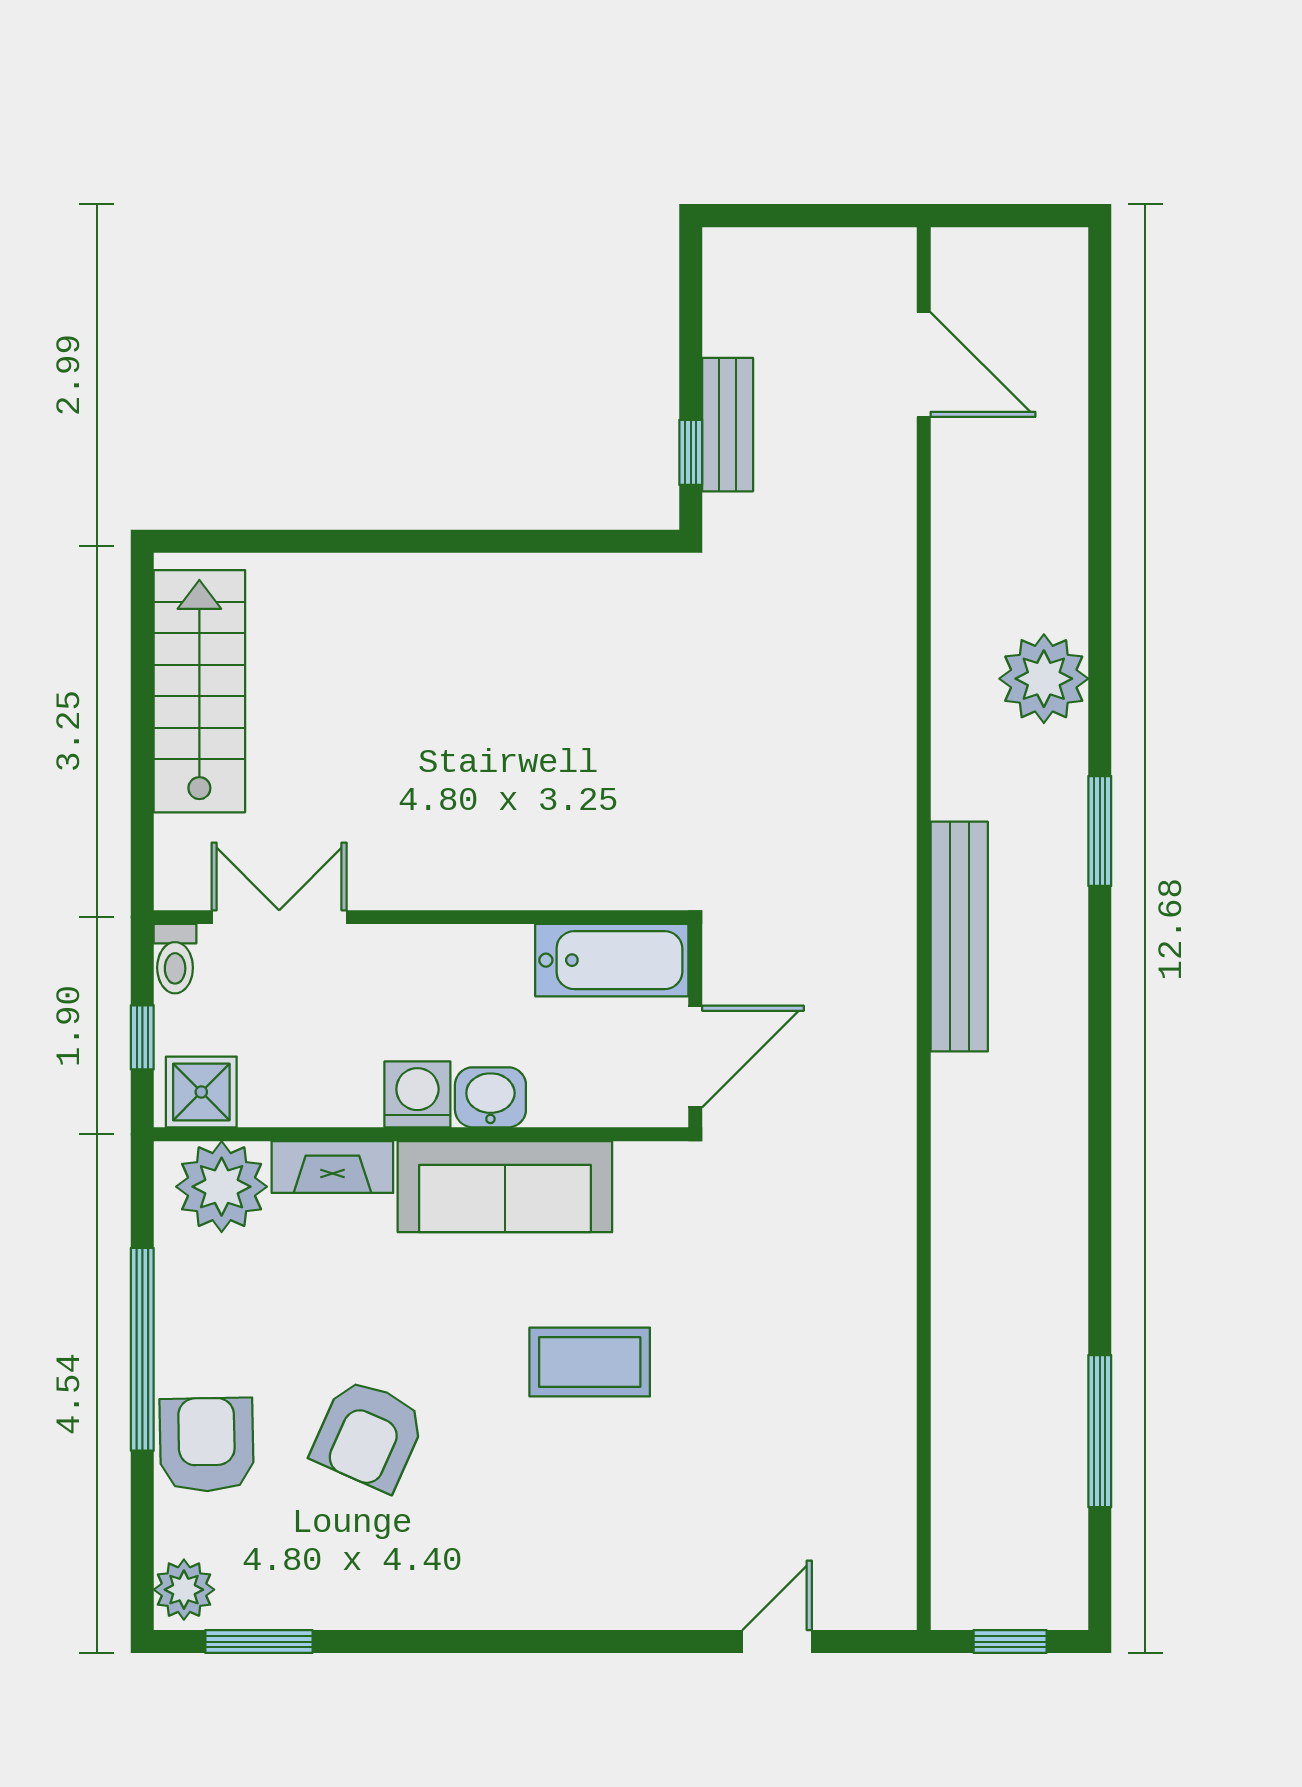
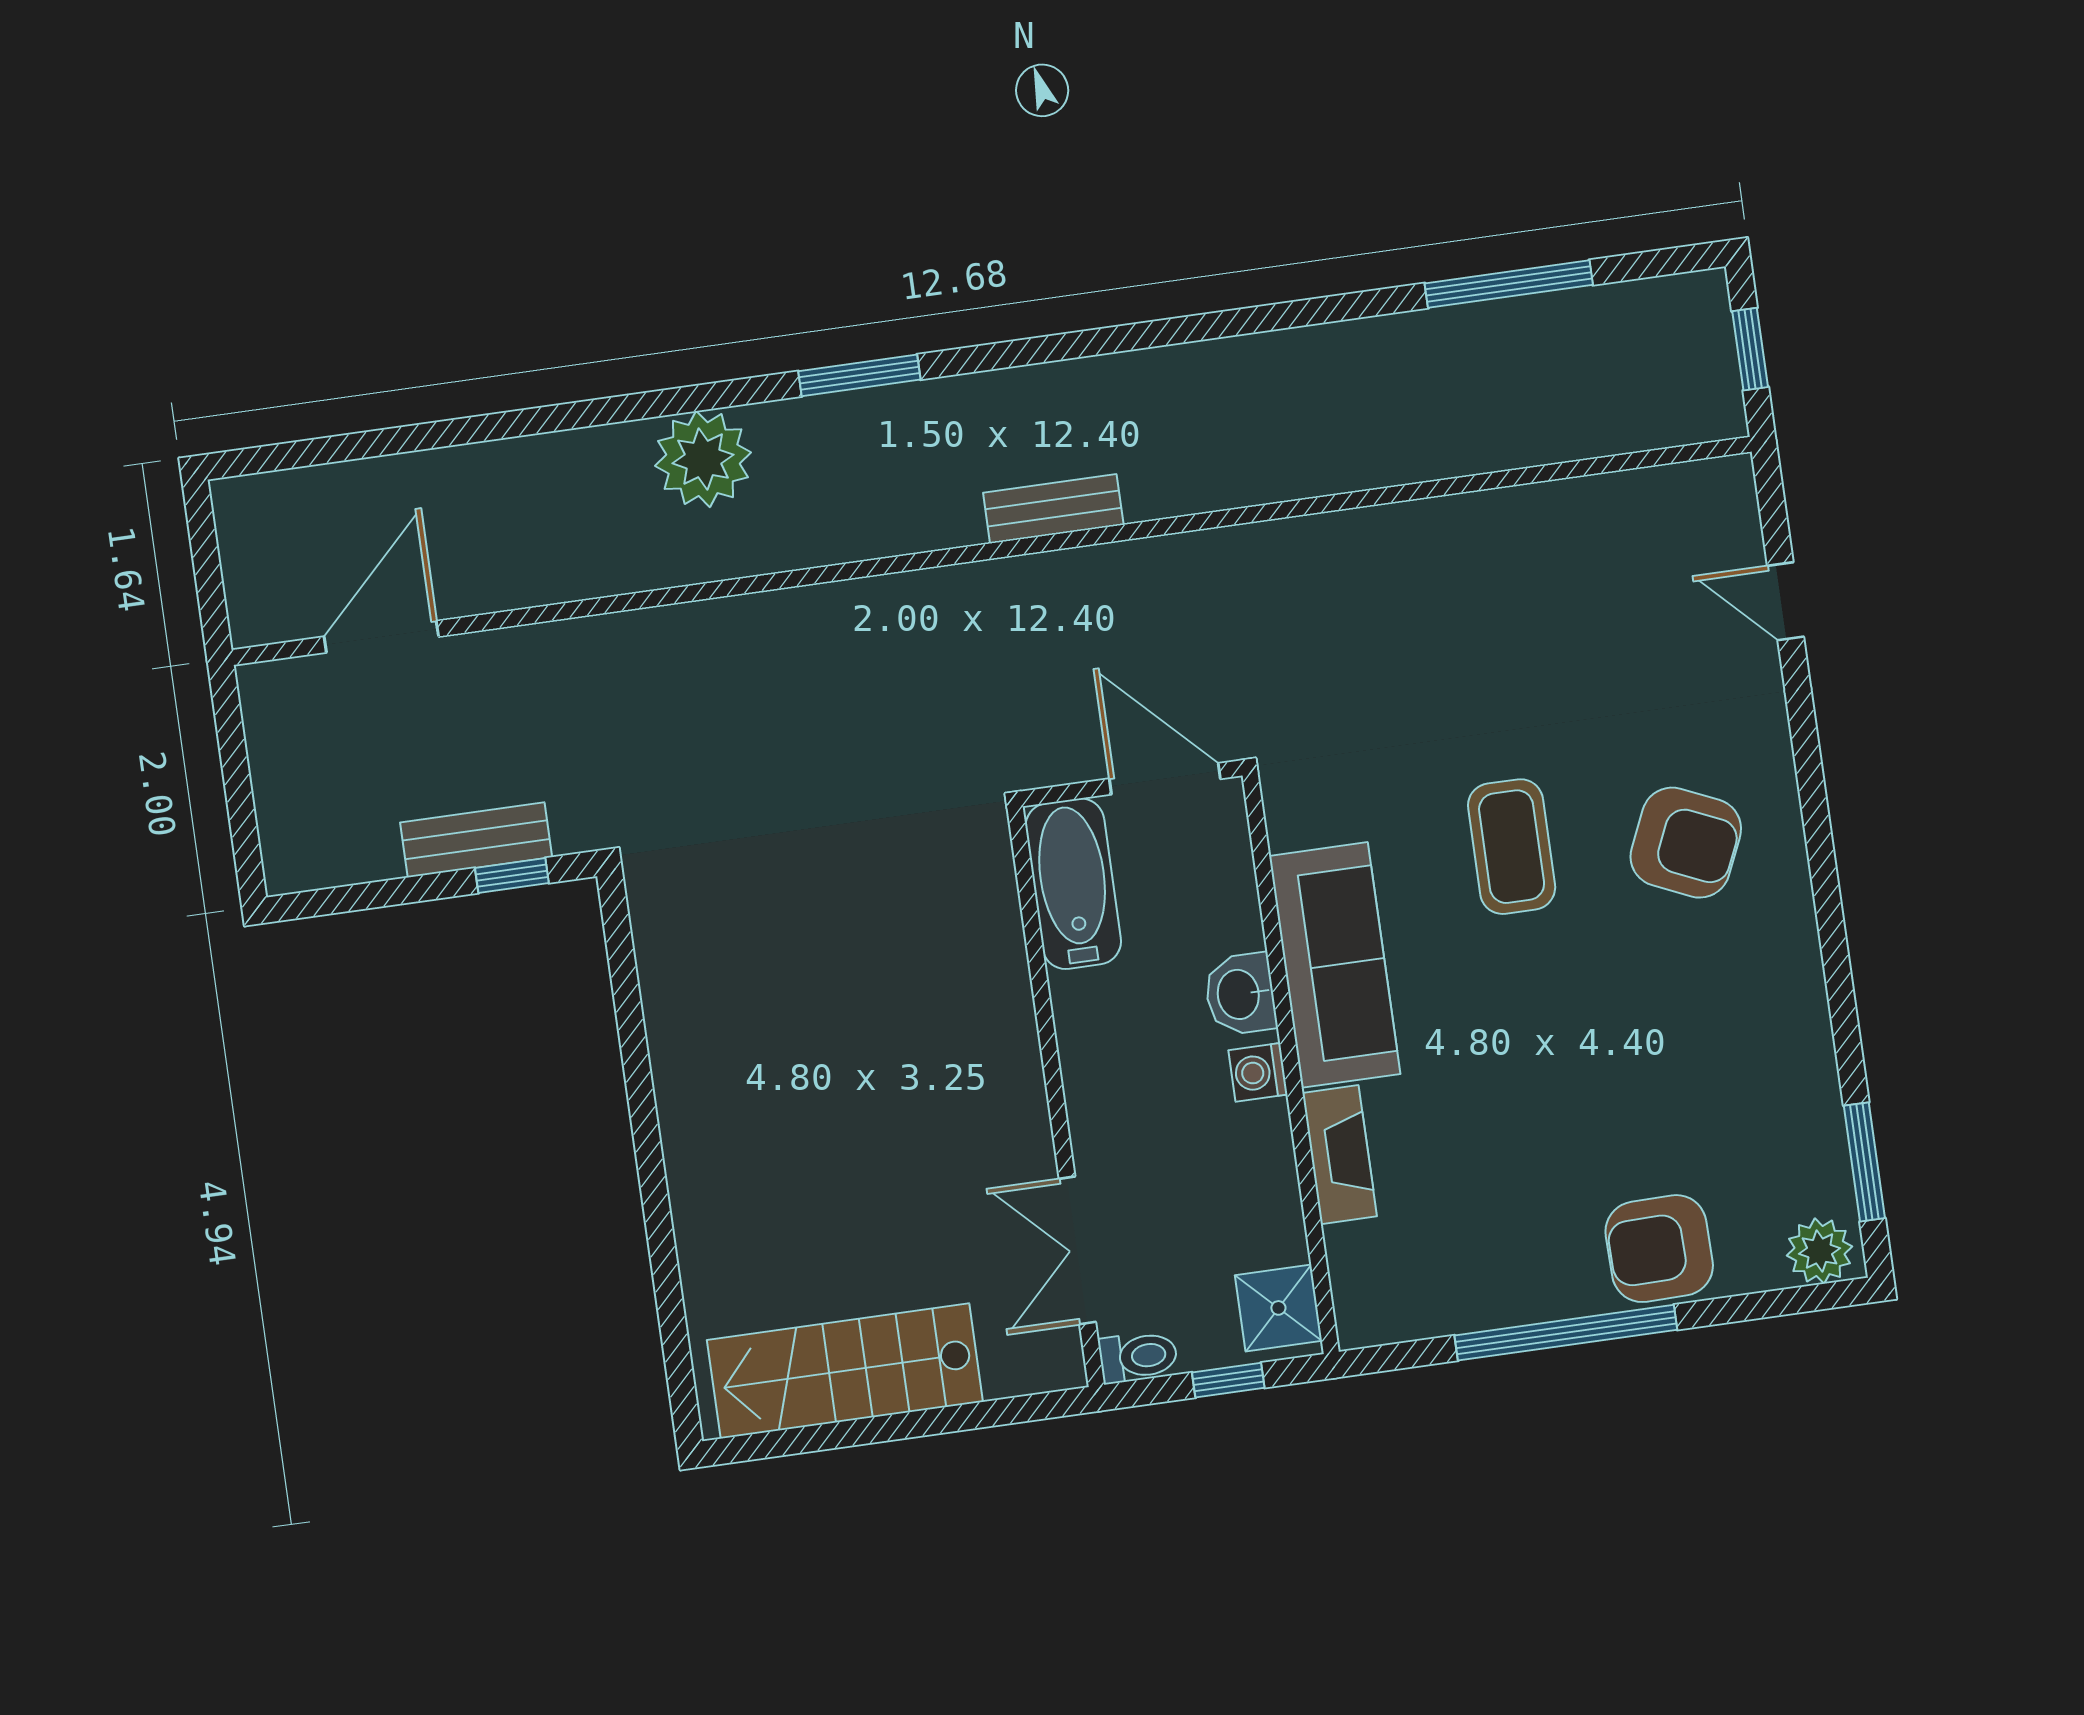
bench: (959, 937) -> (1053, 509), width x0.54, depth x0.82
washing machine: (417, 1094) -> (1258, 1072), width x0.73, depth x0.73
plant: (222, 1187) -> (1378, 1272), removed
armchair: (368, 1435) -> (1686, 843), moved

